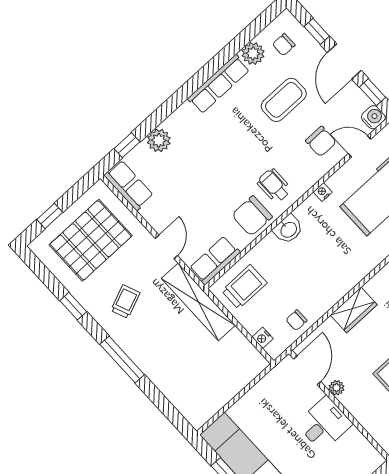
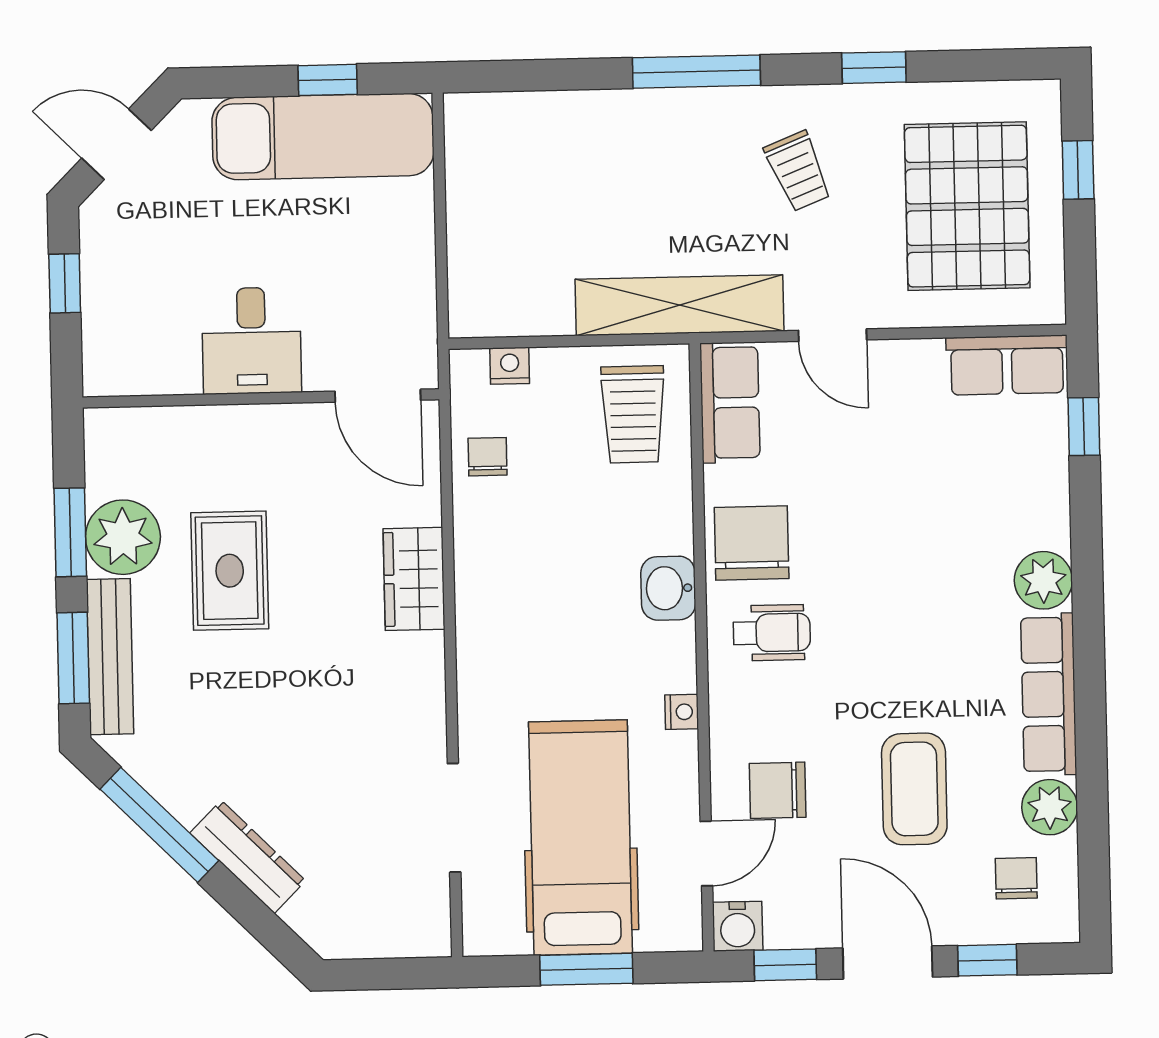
plant: (159, 140) -> (1043, 580), moved
plant: (337, 388) -> (298, 421), removed

